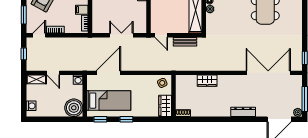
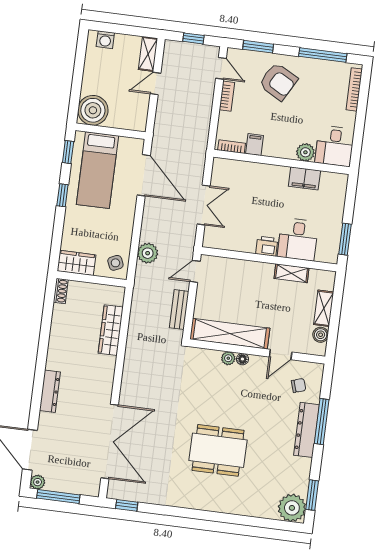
plant: (154, 65) -> (148, 253), added
washing machine: (78, 80) -> (139, 123), removed
wardrobe: (207, 81) -> (111, 330), width x1.50

